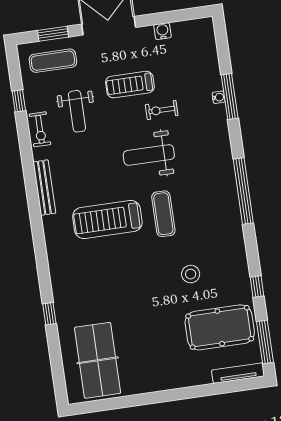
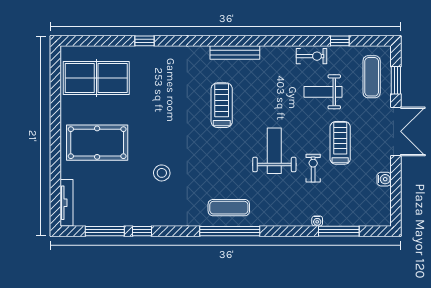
window: (230, 96) -> (339, 231), moved
exercise bike: (40, 129) -> (312, 56), turned 180
bench: (44, 188) -> (235, 53), moved
exercise mat: (163, 214) -> (229, 208), moved
treadmill: (107, 219) -> (222, 105), width x0.73, depth x0.73
pool table: (220, 327) -> (97, 143), moved, turned 90
window: (265, 342) -> (105, 231), moved

